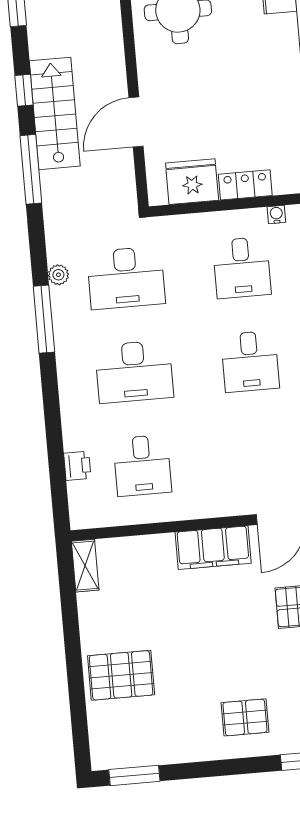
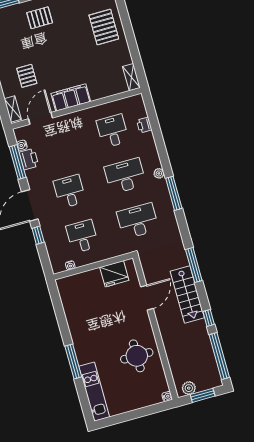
window: (24, 90) -> (209, 318), moved
locker: (245, 185) -> (88, 277), removed
plant: (58, 275) -> (159, 173), moved
pallet: (121, 675) -> (104, 27), turned 90

